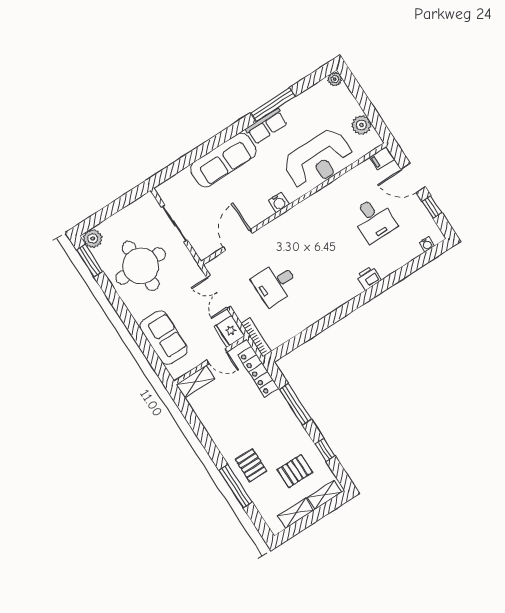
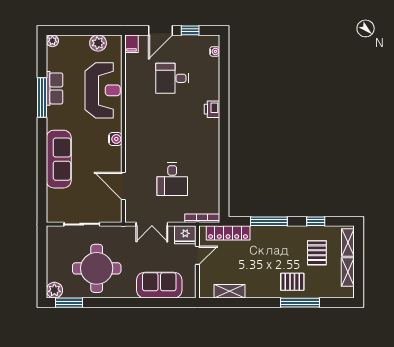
row of seats: (267, 126) -> (55, 88), moved
desk: (374, 220) -> (172, 78), turned 180
shelving: (195, 382) -> (230, 291), moved, turned 90

